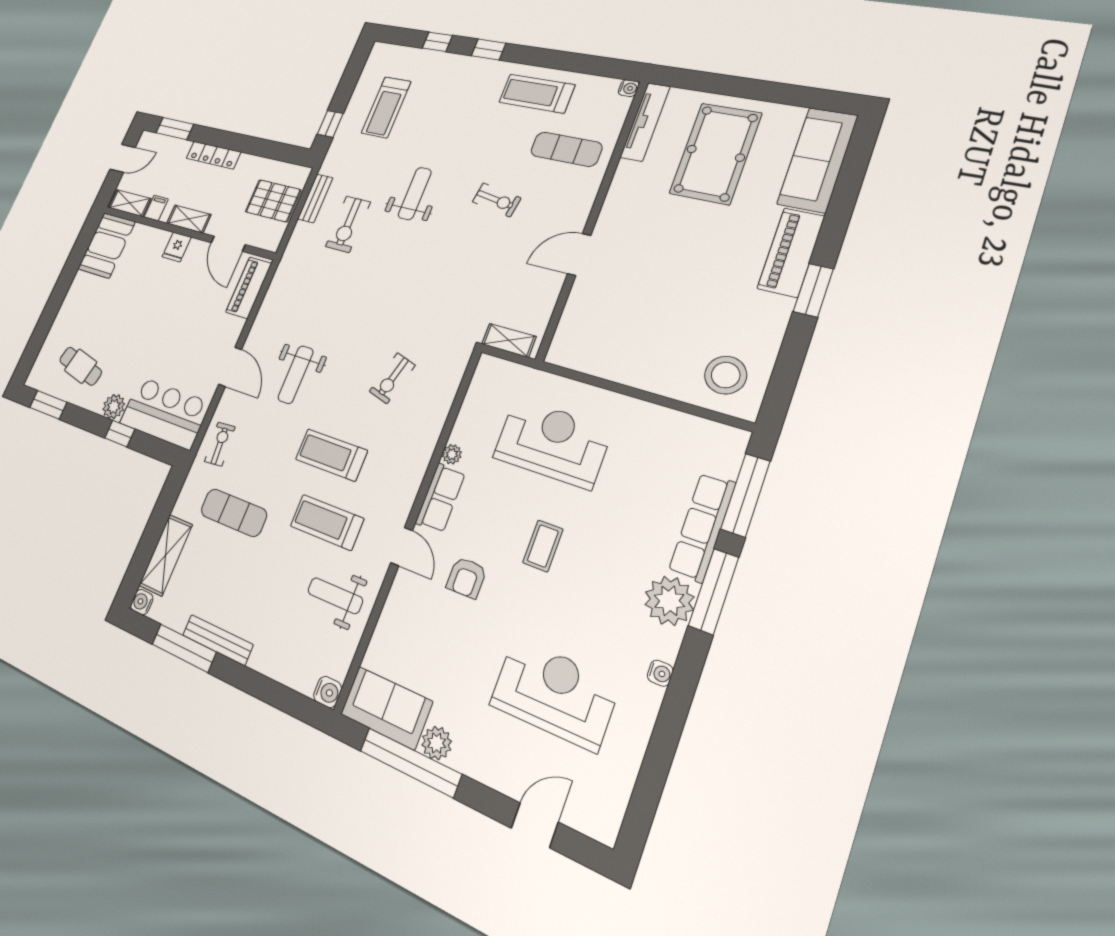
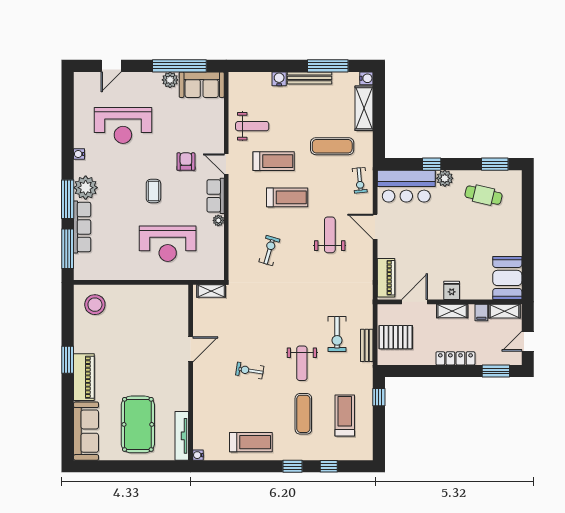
exercise mat: (566, 149) -> (303, 414), moved, turned 90
exercise bike: (348, 224) -> (337, 334), turned 180
door: (228, 244) -> (415, 302), hinge flipped
water cooler: (328, 692) -> (279, 79), moved, turned 90

